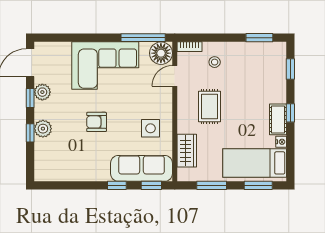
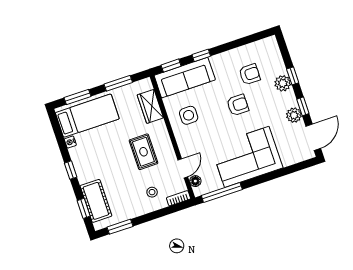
floor lamp: (161, 53) -> (195, 181), width x0.53, depth x0.53
cot: (278, 119) -> (96, 201), moved, width x1.37, depth x1.34
armchair: (74, 149) -> (250, 74), added

